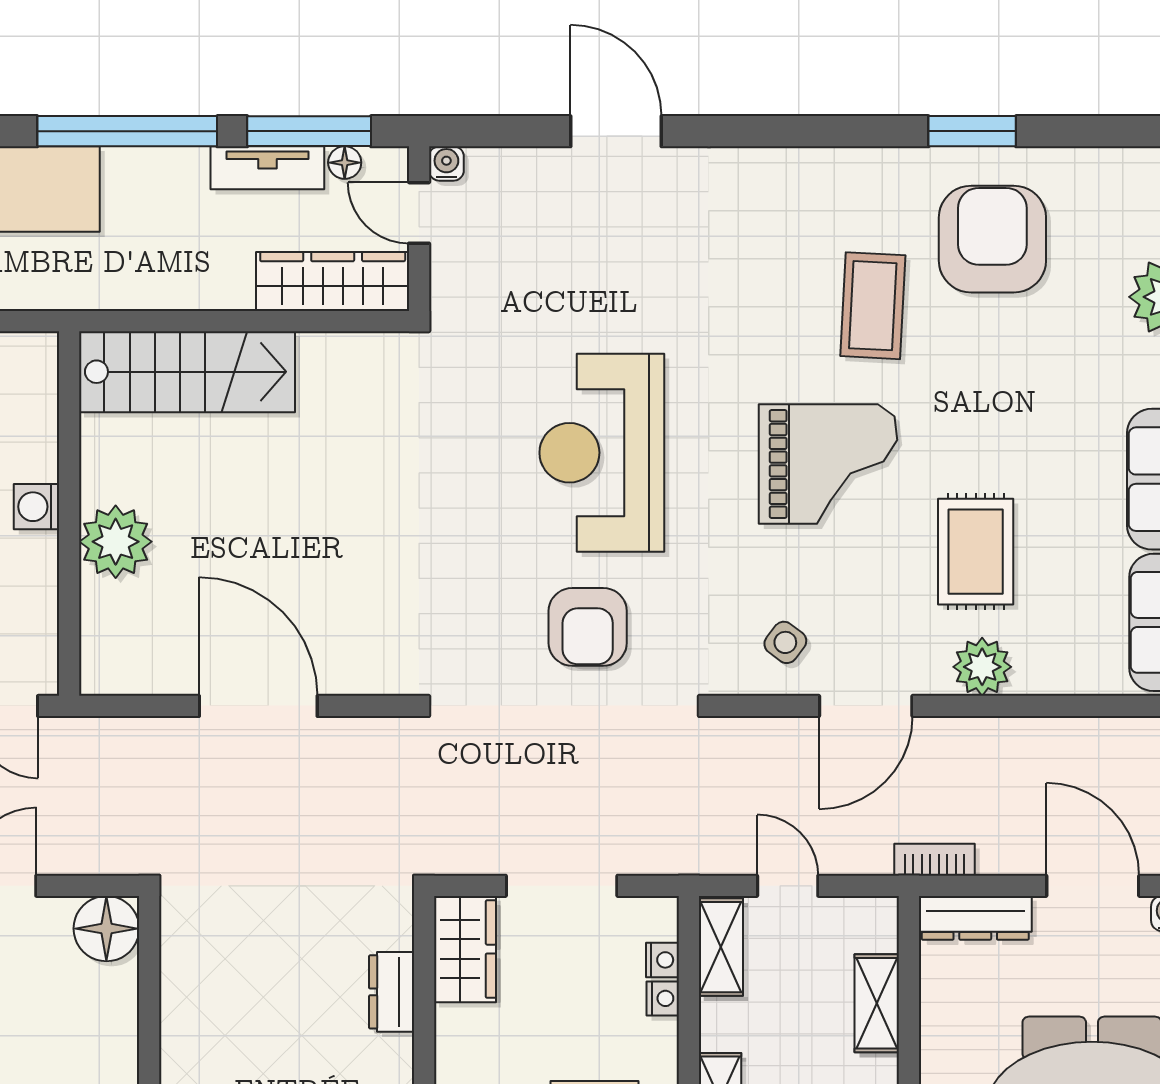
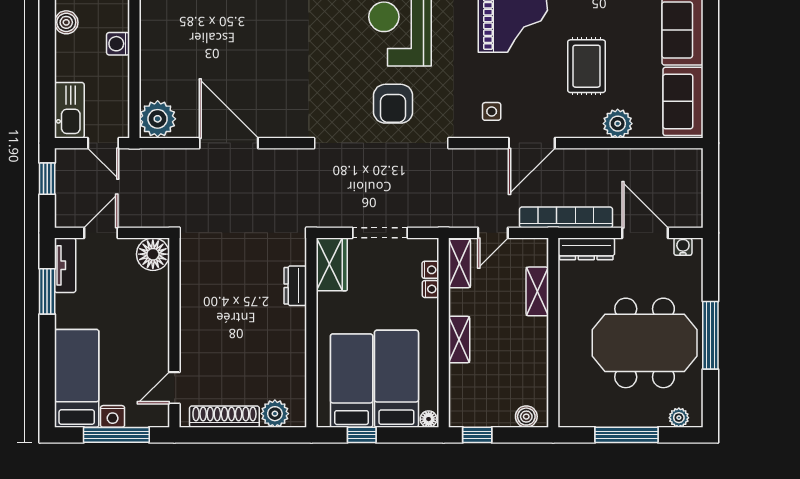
plant: (116, 542) -> (158, 119), moved
side table: (785, 642) -> (492, 111), turned -37
plant: (982, 667) -> (618, 124), moved
bookcase: (934, 860) -> (566, 217), width x2.31, depth x1.31
door: (788, 886) -> (493, 233), swing flipped

